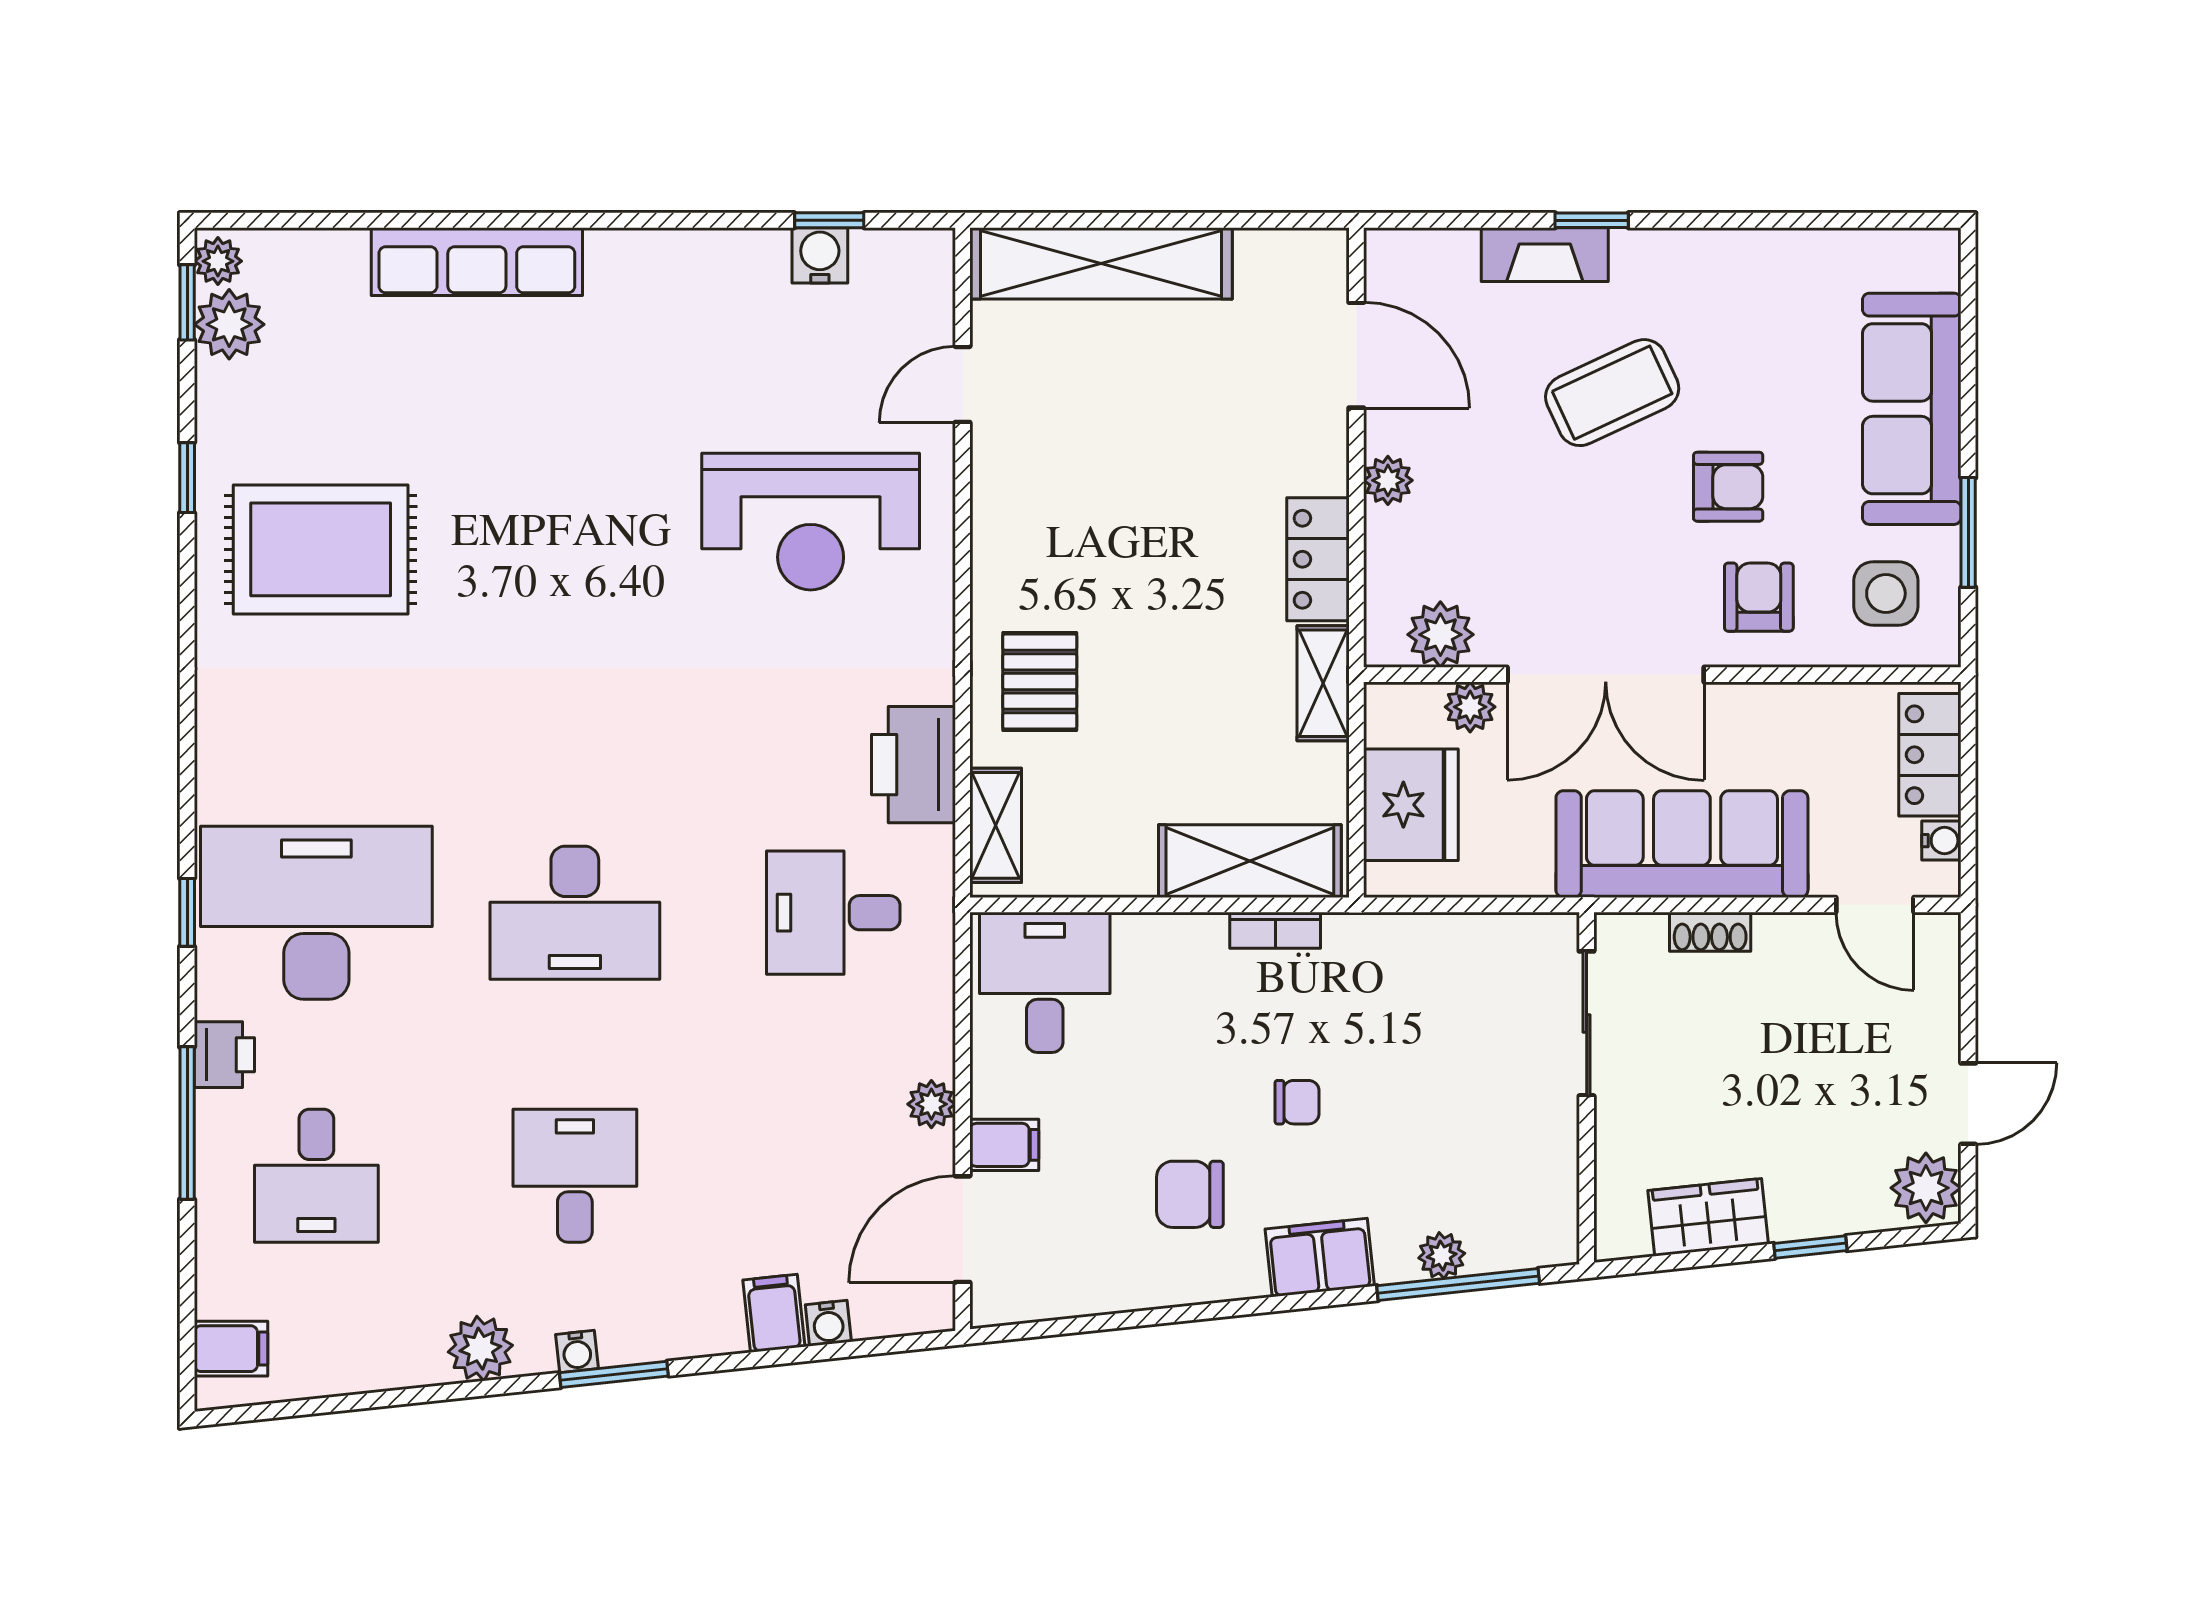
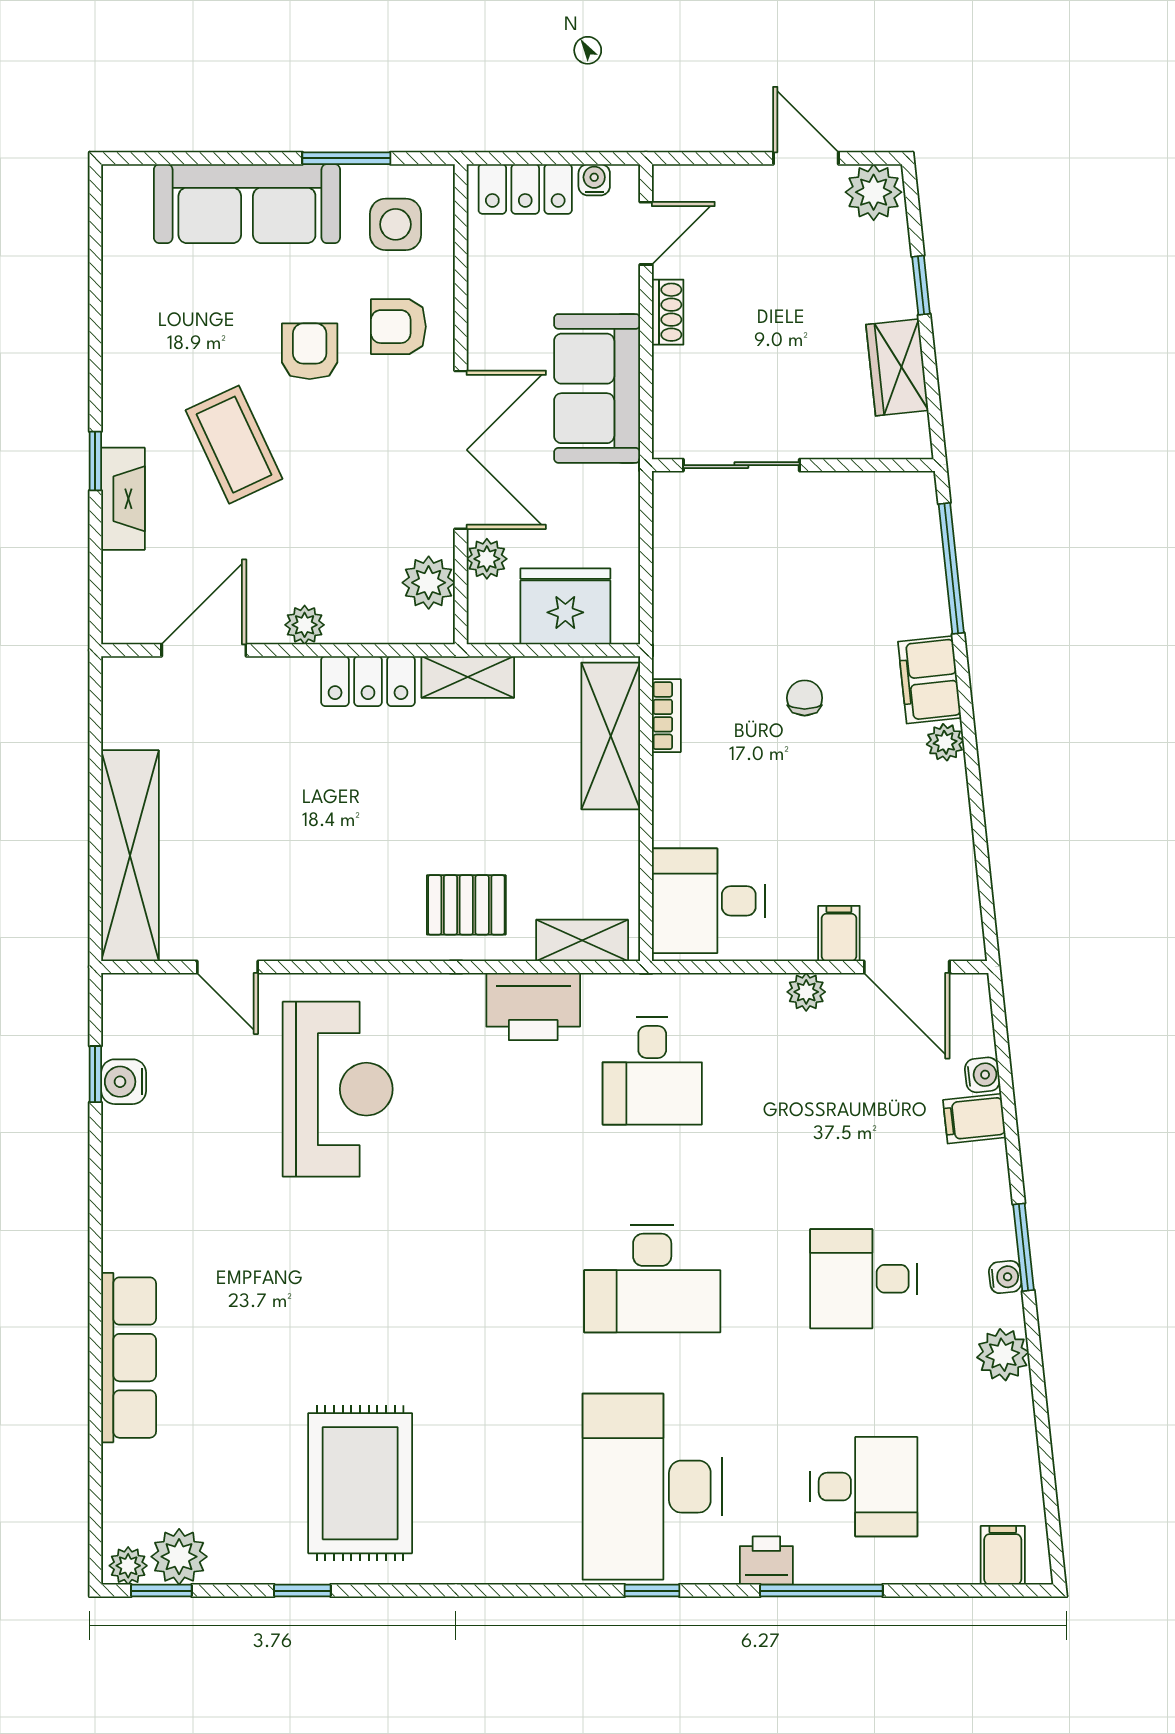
sofa: (1682, 844) -> (597, 388), width x0.73
desk: (575, 913) -> (652, 1279), turned 90
shoe rack: (1710, 932) -> (668, 312), moved
chair: (1190, 1194) -> (879, 784), removed
plant: (1442, 1256) -> (945, 742), moved

